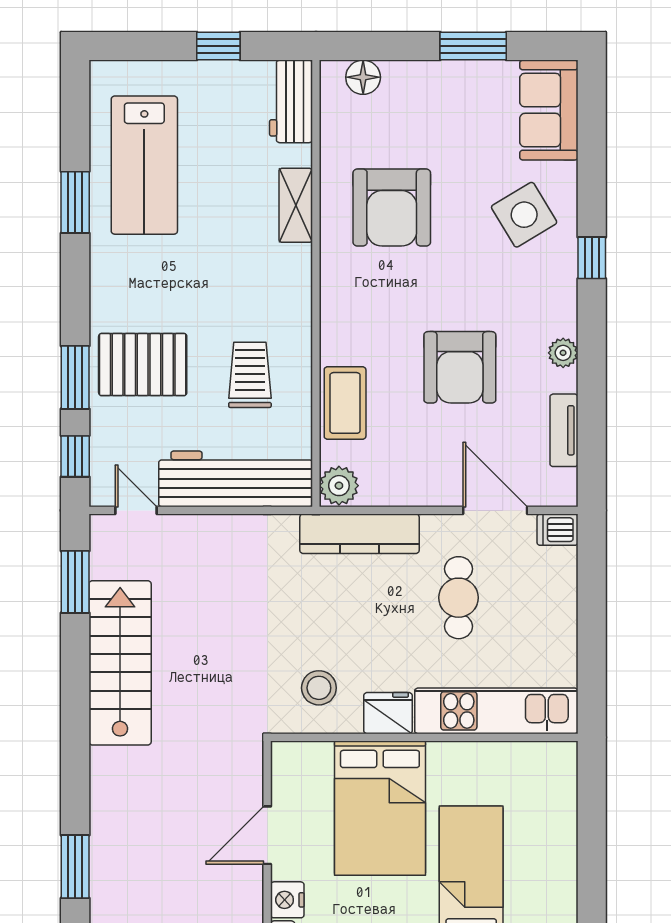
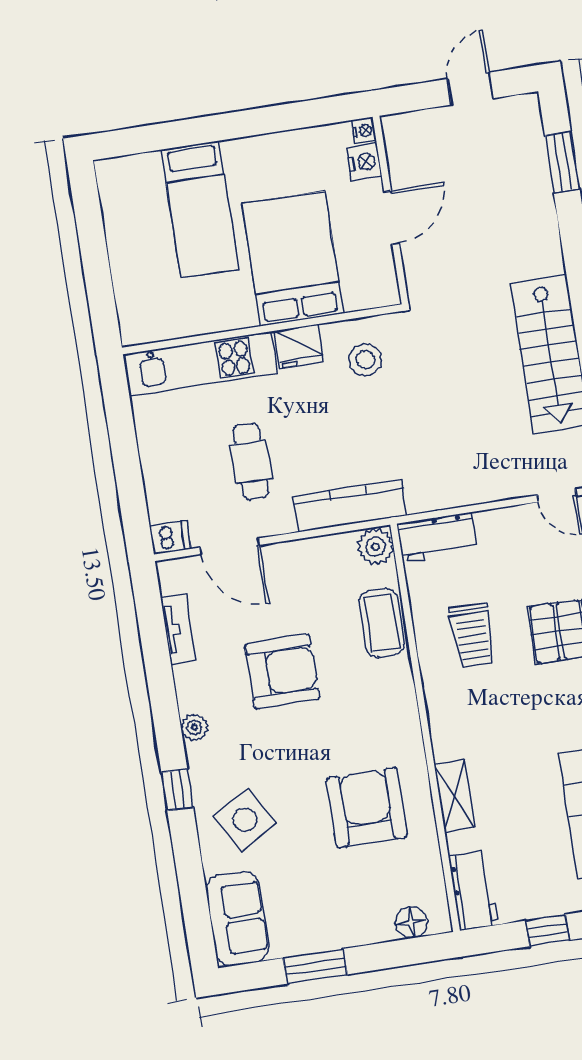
plant: (563, 353) -> (194, 727), moved
armchair: (460, 367) -> (282, 672), turned 90
workbench: (236, 479) -> (437, 537), width x0.53, depth x0.76

